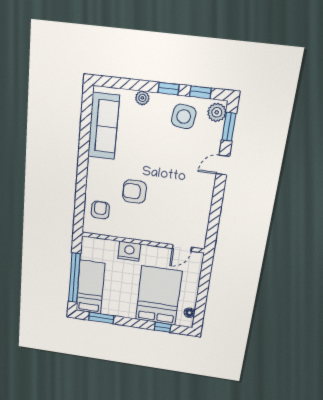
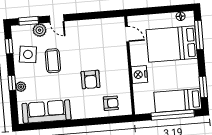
window: (169, 89) -> (12, 83), moved
plant: (217, 112) -> (40, 30), moved
coffee table: (168, 148) -> (53, 61), added
armchair: (100, 210) -> (111, 103), turned 180
window: (163, 327) -> (199, 35), width x2.17

